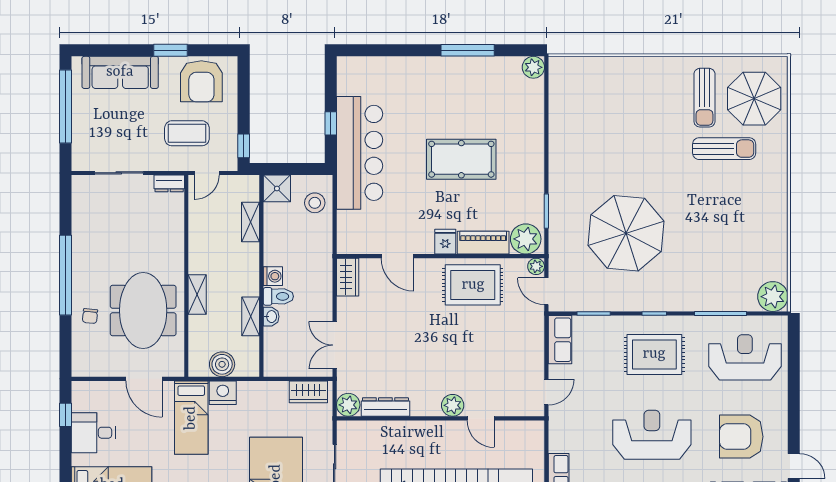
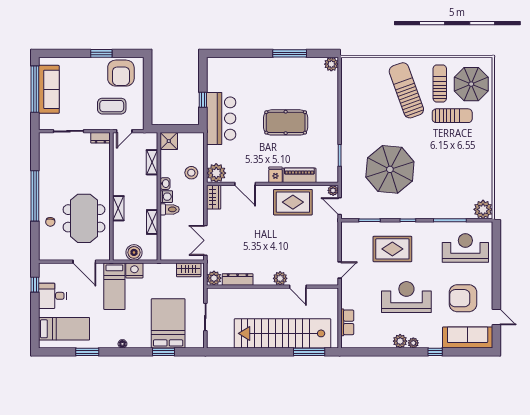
sofa: (120, 72) -> (49, 89), moved, turned -90
sun lounger: (704, 98) -> (440, 83), turned 180
sun lounger: (652, 108) -> (406, 90), added
window: (244, 146) -> (148, 114), removed
bar counter: (360, 153) -> (221, 118), width x0.73
stool: (315, 203) -> (191, 173), moved
plant: (526, 239) -> (216, 173), moved
washbasin: (271, 317) -> (165, 184), moved
row of seats: (560, 340) -> (348, 237), removed
rug: (654, 354) -> (392, 249), moved

